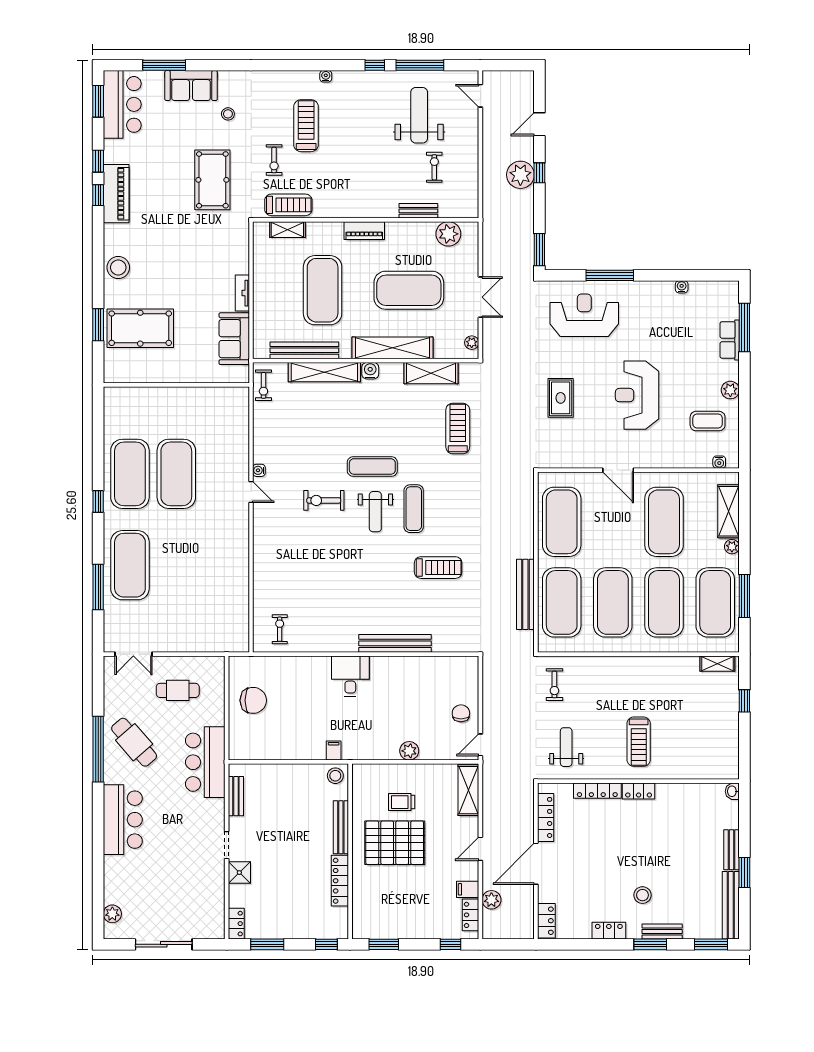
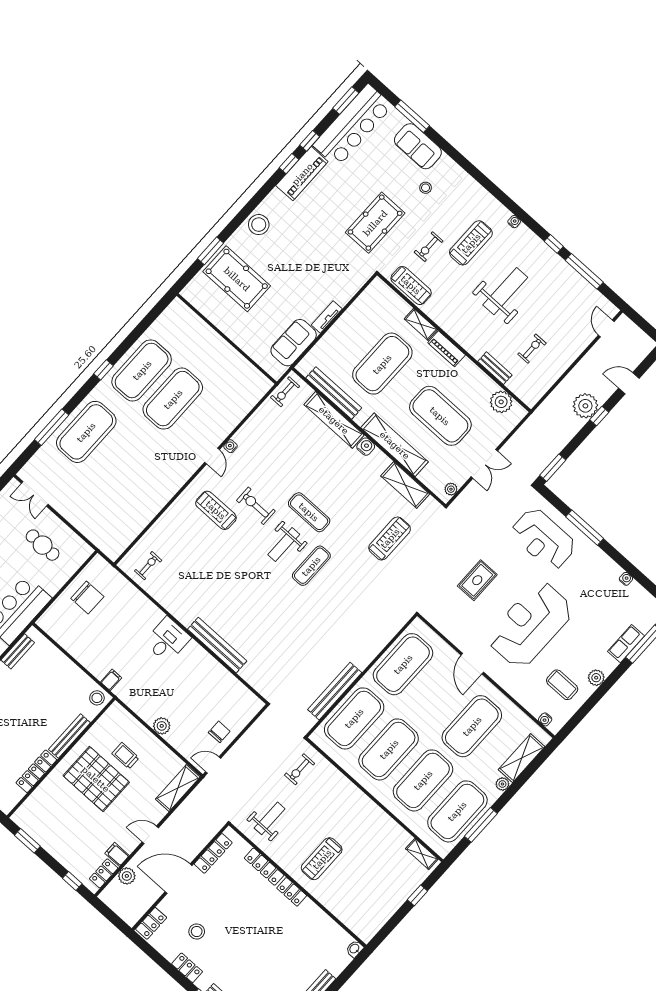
bar counter: (122, 104) -> (353, 126), width x1.36
weight bench: (419, 115) -> (505, 291), moved
shelving: (287, 230) -> (421, 324), moved
reception desk: (584, 315) -> (543, 539), turned 180
reception desk: (637, 395) -> (530, 625), width x1.36, depth x1.30
treadmill: (438, 568) -> (216, 510), moved, turned 180
stool: (642, 895) -> (197, 931), moved

